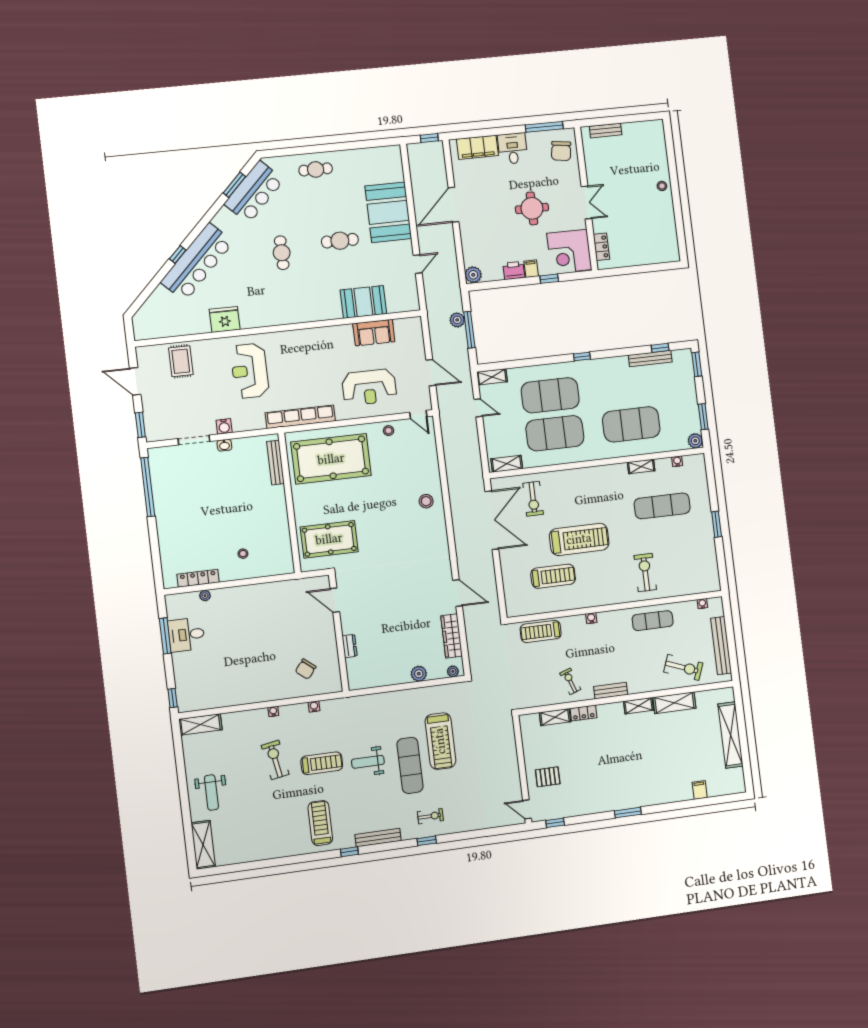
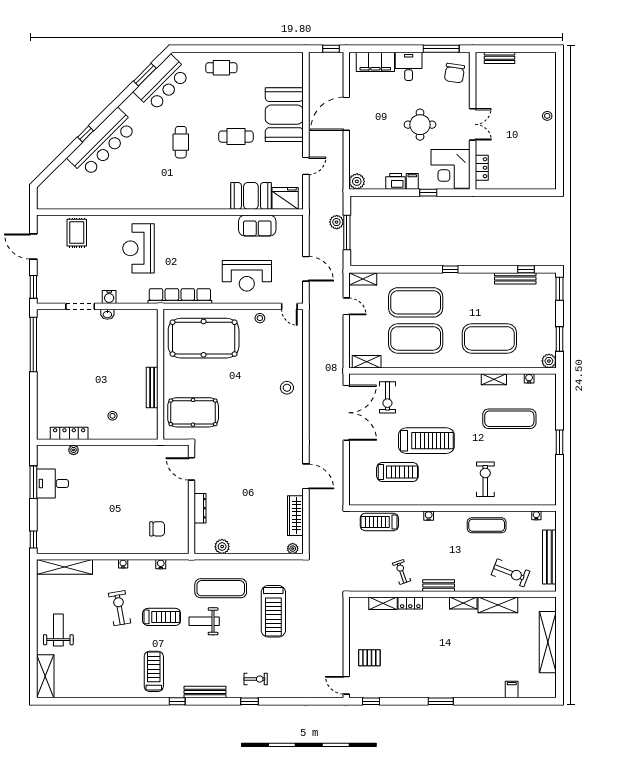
fridge: (225, 319) -> (285, 198), moved
bench: (275, 463) -> (152, 388), moved
dresser: (350, 646) -> (200, 508), width x1.44
chair: (306, 669) -> (157, 529), turned -129
plant: (419, 674) -> (222, 547), moved
shelving: (200, 724) -> (65, 567), width x1.47
exercise mat: (410, 765) -> (221, 588), moved, turned 90
weight bench: (211, 793) -> (58, 630), turned 180

